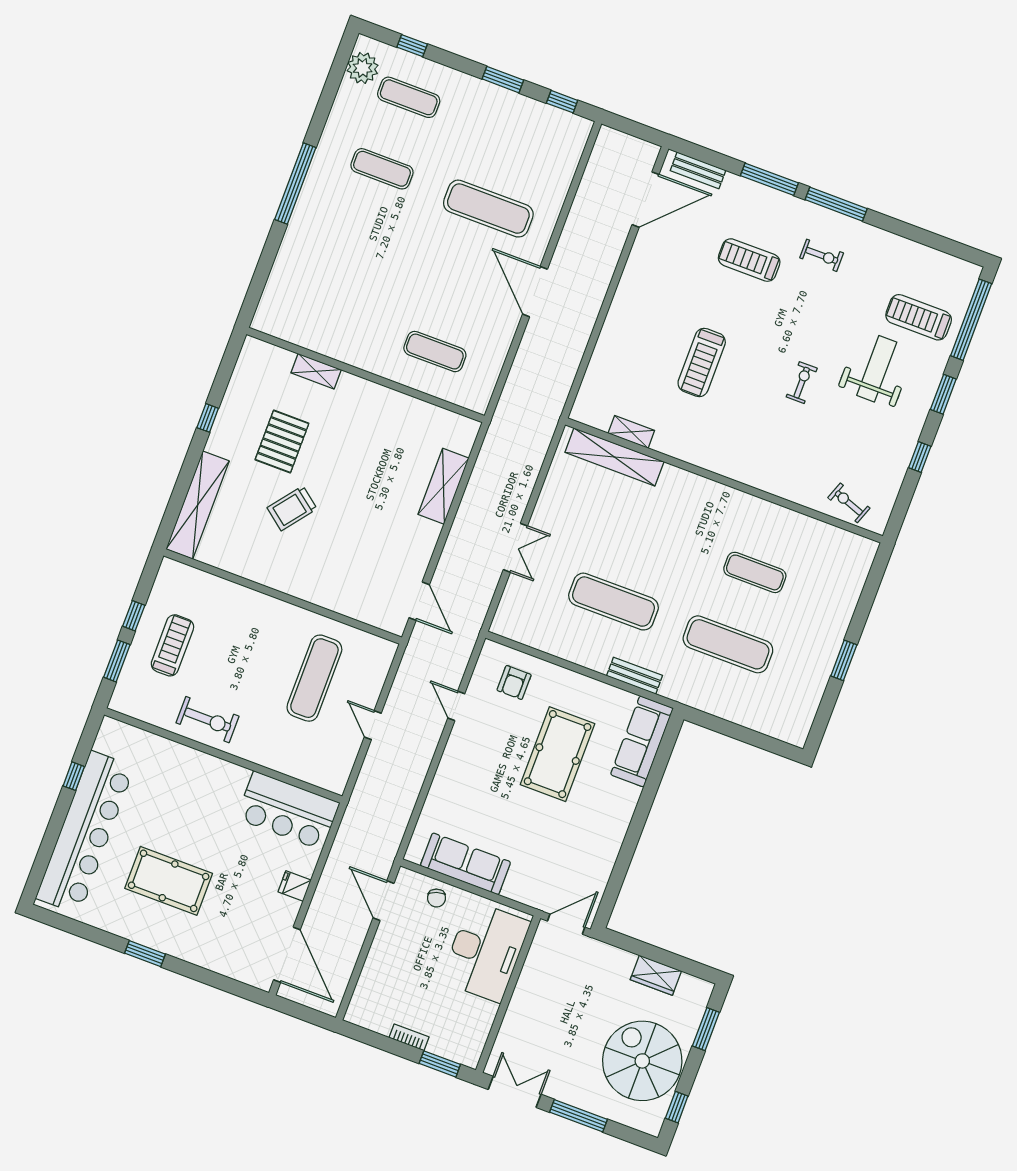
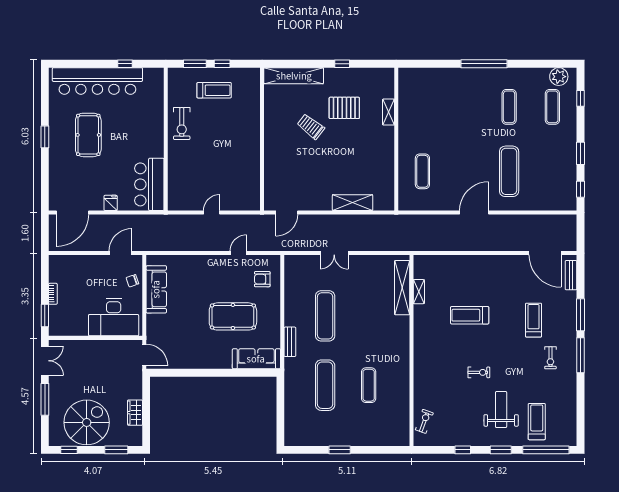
weight bench: (877, 369) -> (501, 410), turned -90
exercise mat: (314, 678) -> (225, 172), removed

